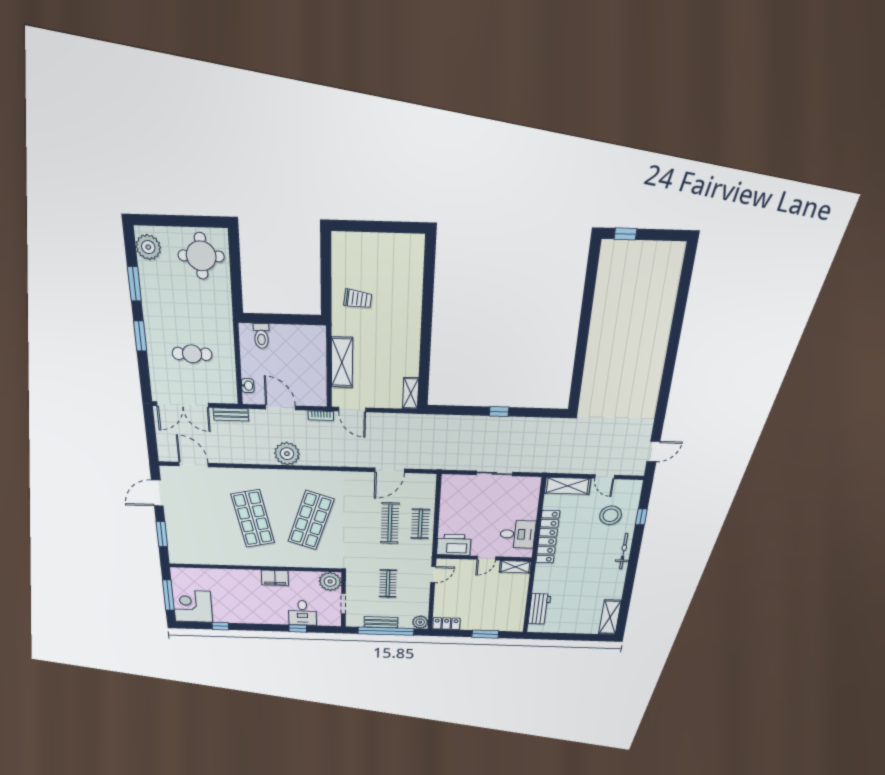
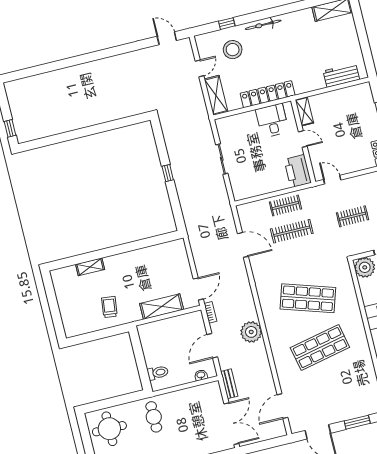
cafe table: (192, 354) -> (154, 417), moved
shelving: (411, 393) -> (90, 267), moved

